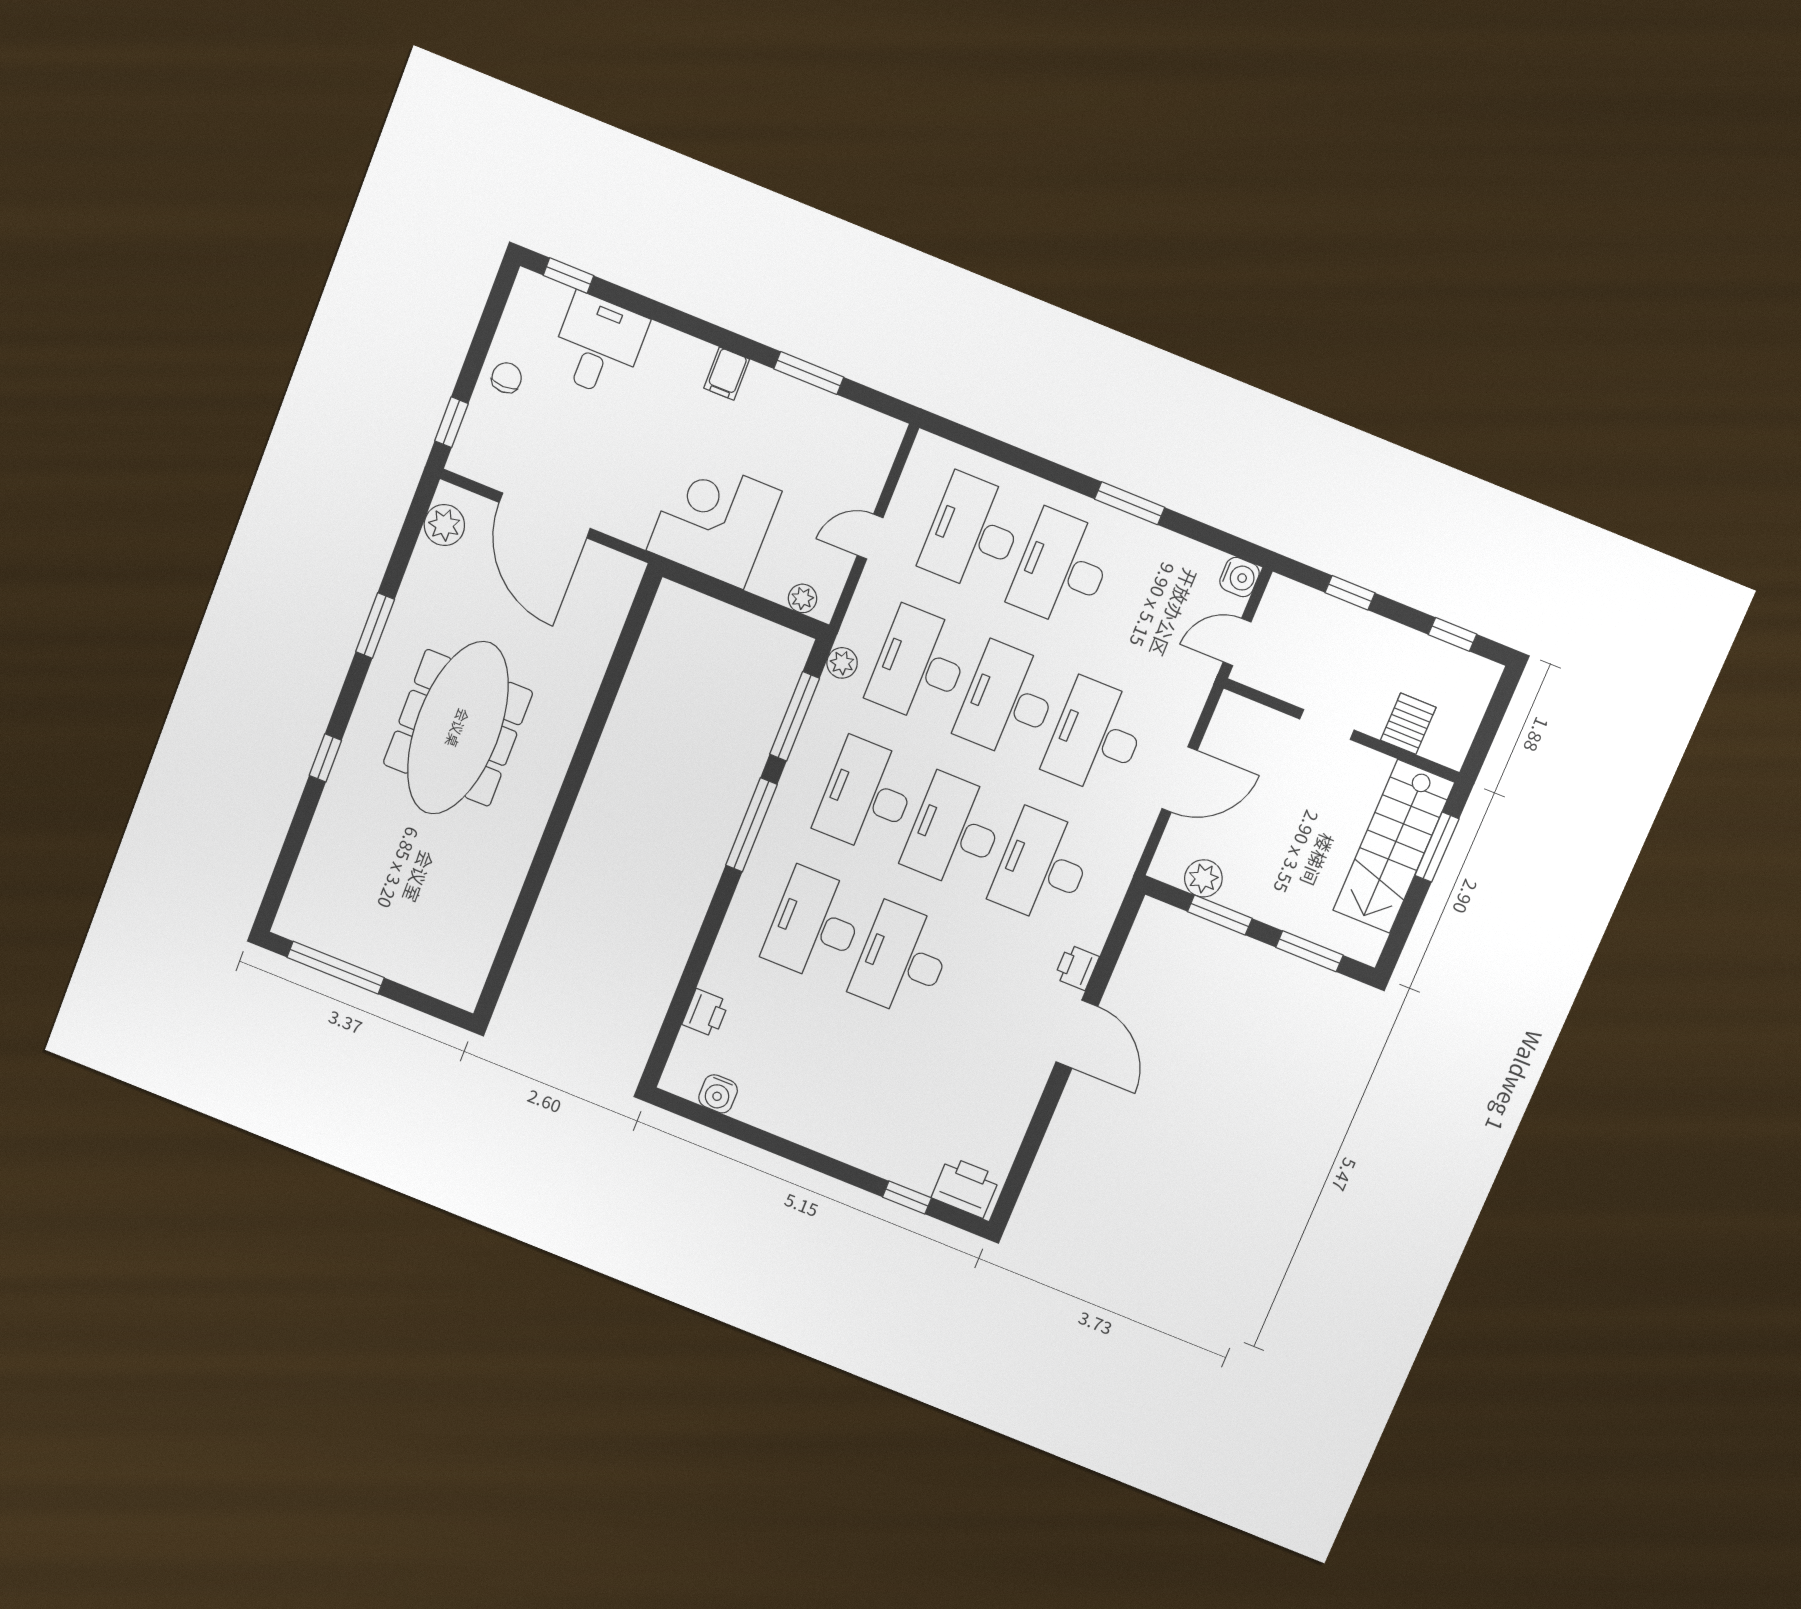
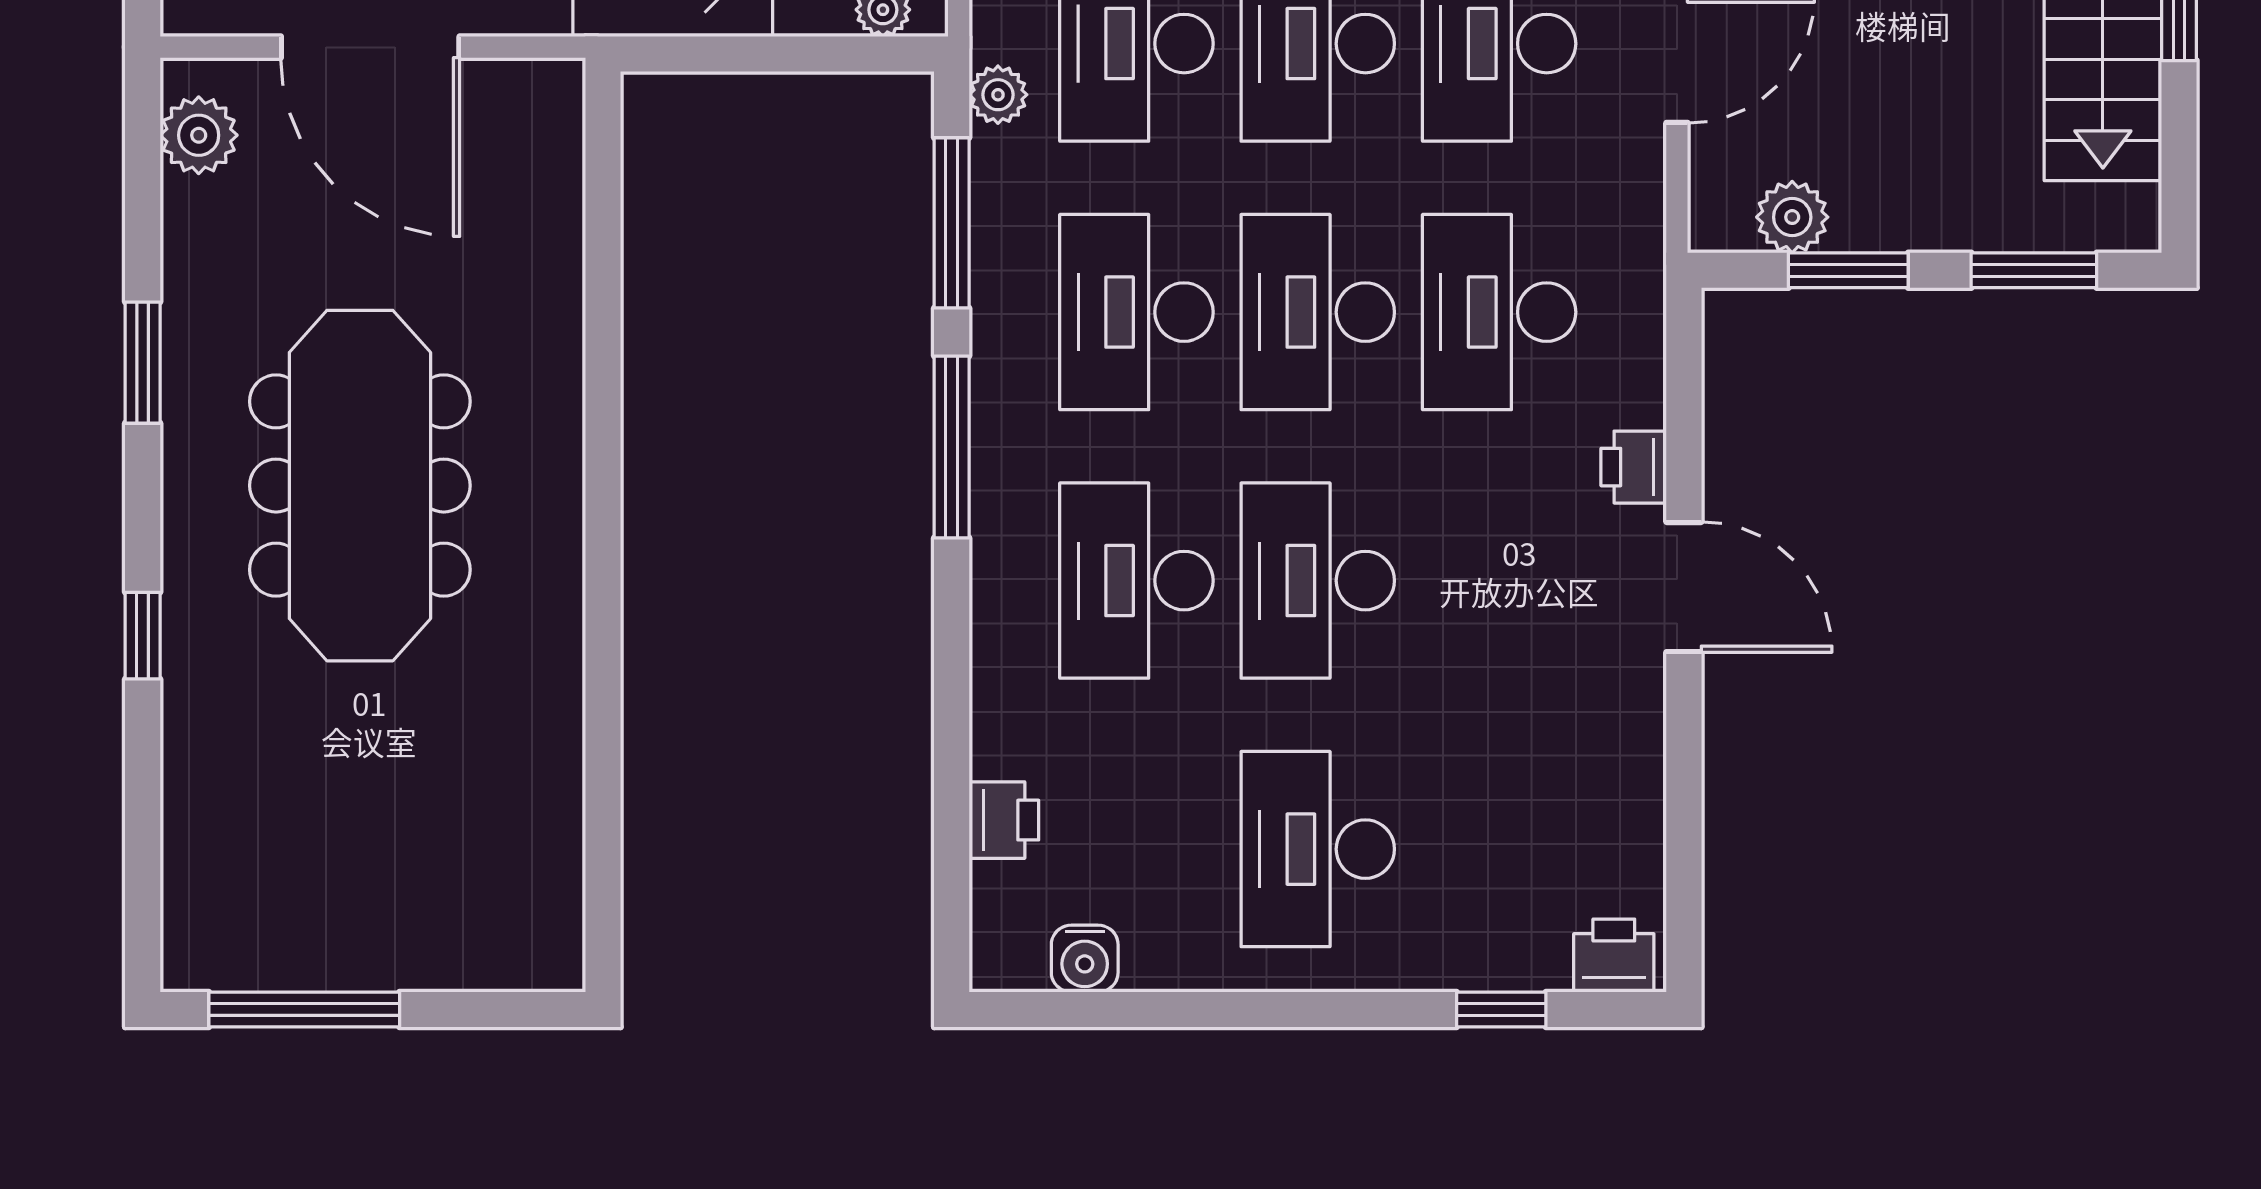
desk: (850, 1087) -> (1318, 849), added
printer: (966, 1187) -> (1614, 956), width x0.73, depth x0.81

